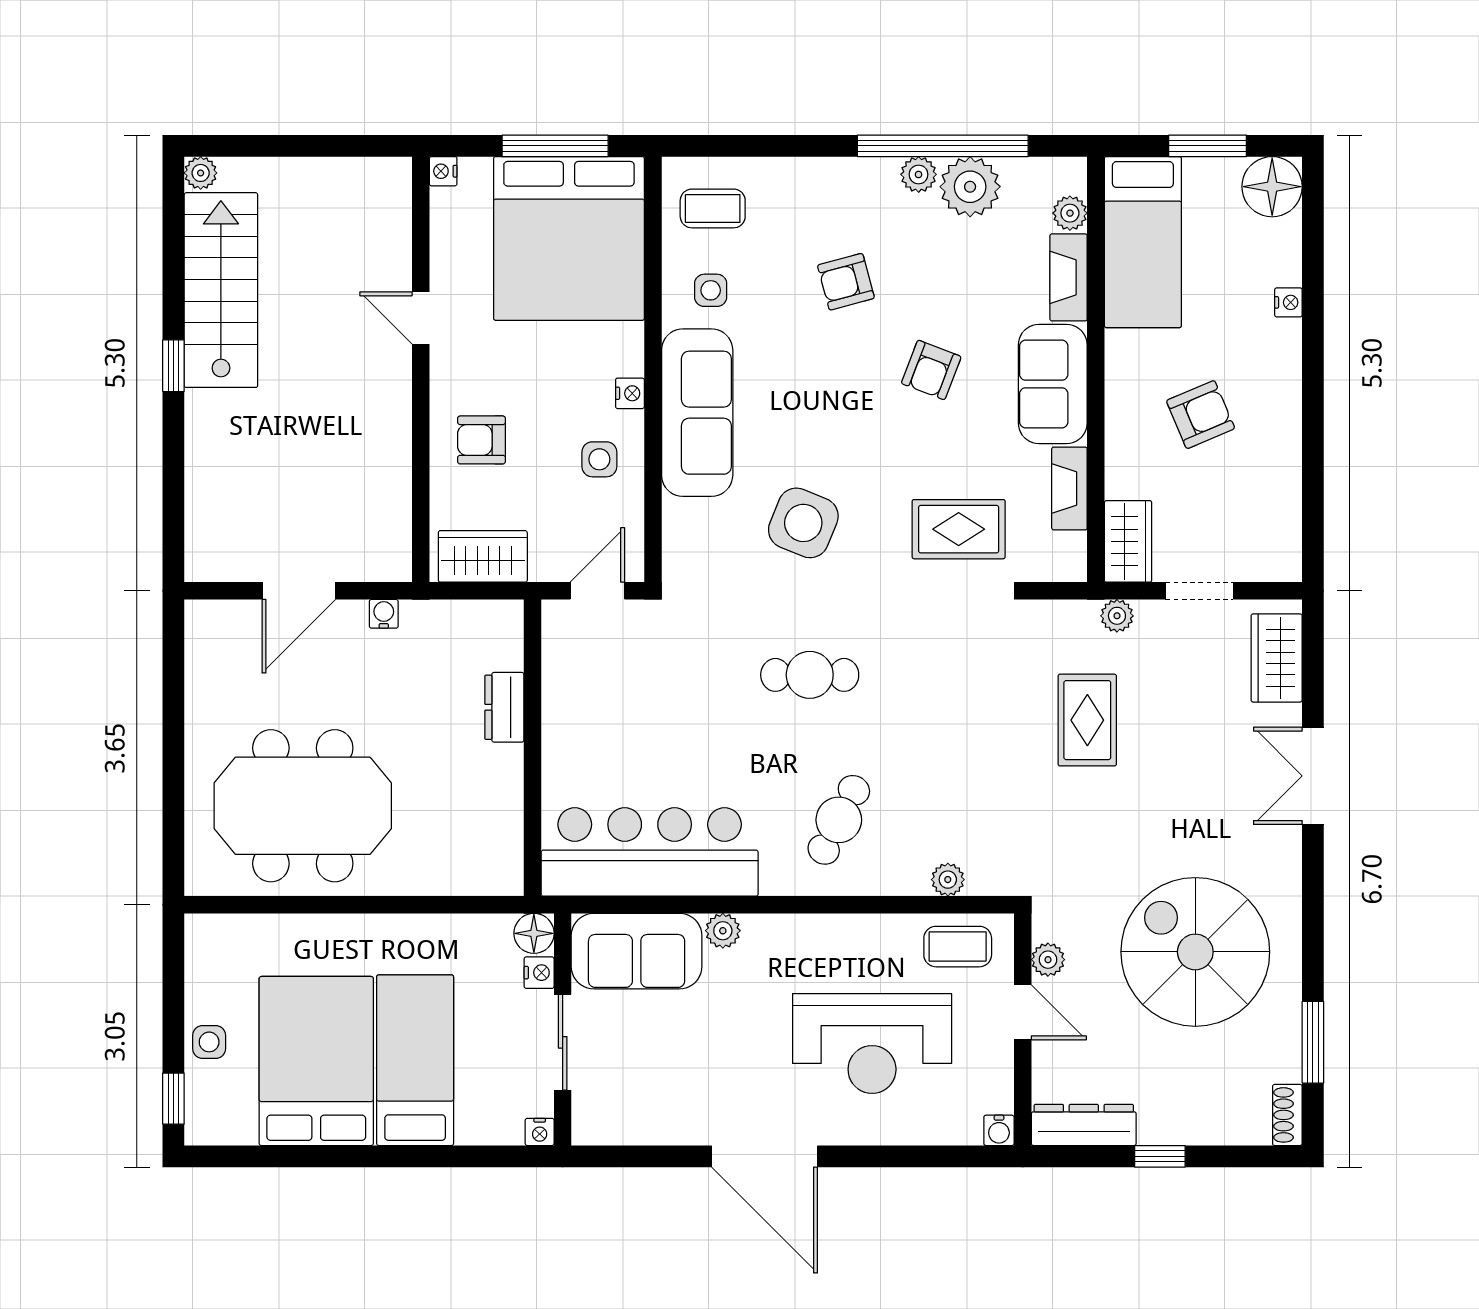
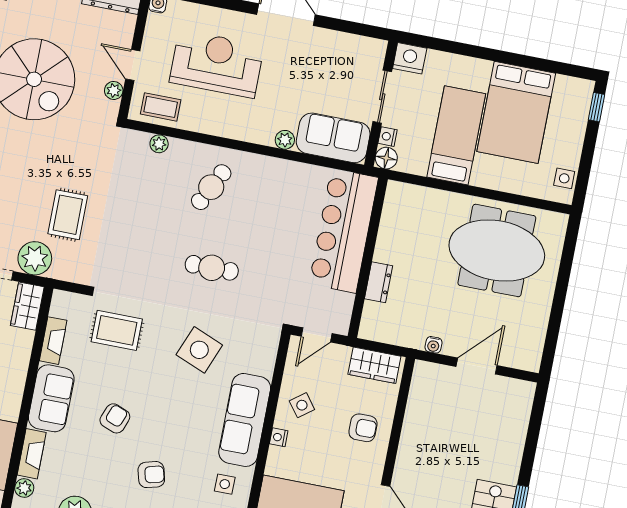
side table: (599, 459) -> (302, 405), turned -37
plant: (1117, 616) -> (35, 258), width x1.87, depth x1.87
bar counter: (650, 852) -> (344, 231), moved, turned 90
side table: (209, 1042) -> (564, 178), moved
bed: (415, 1060) -> (456, 135), moved, turned 180
nightstand: (540, 1132) -> (410, 58), width x1.89, depth x1.79

